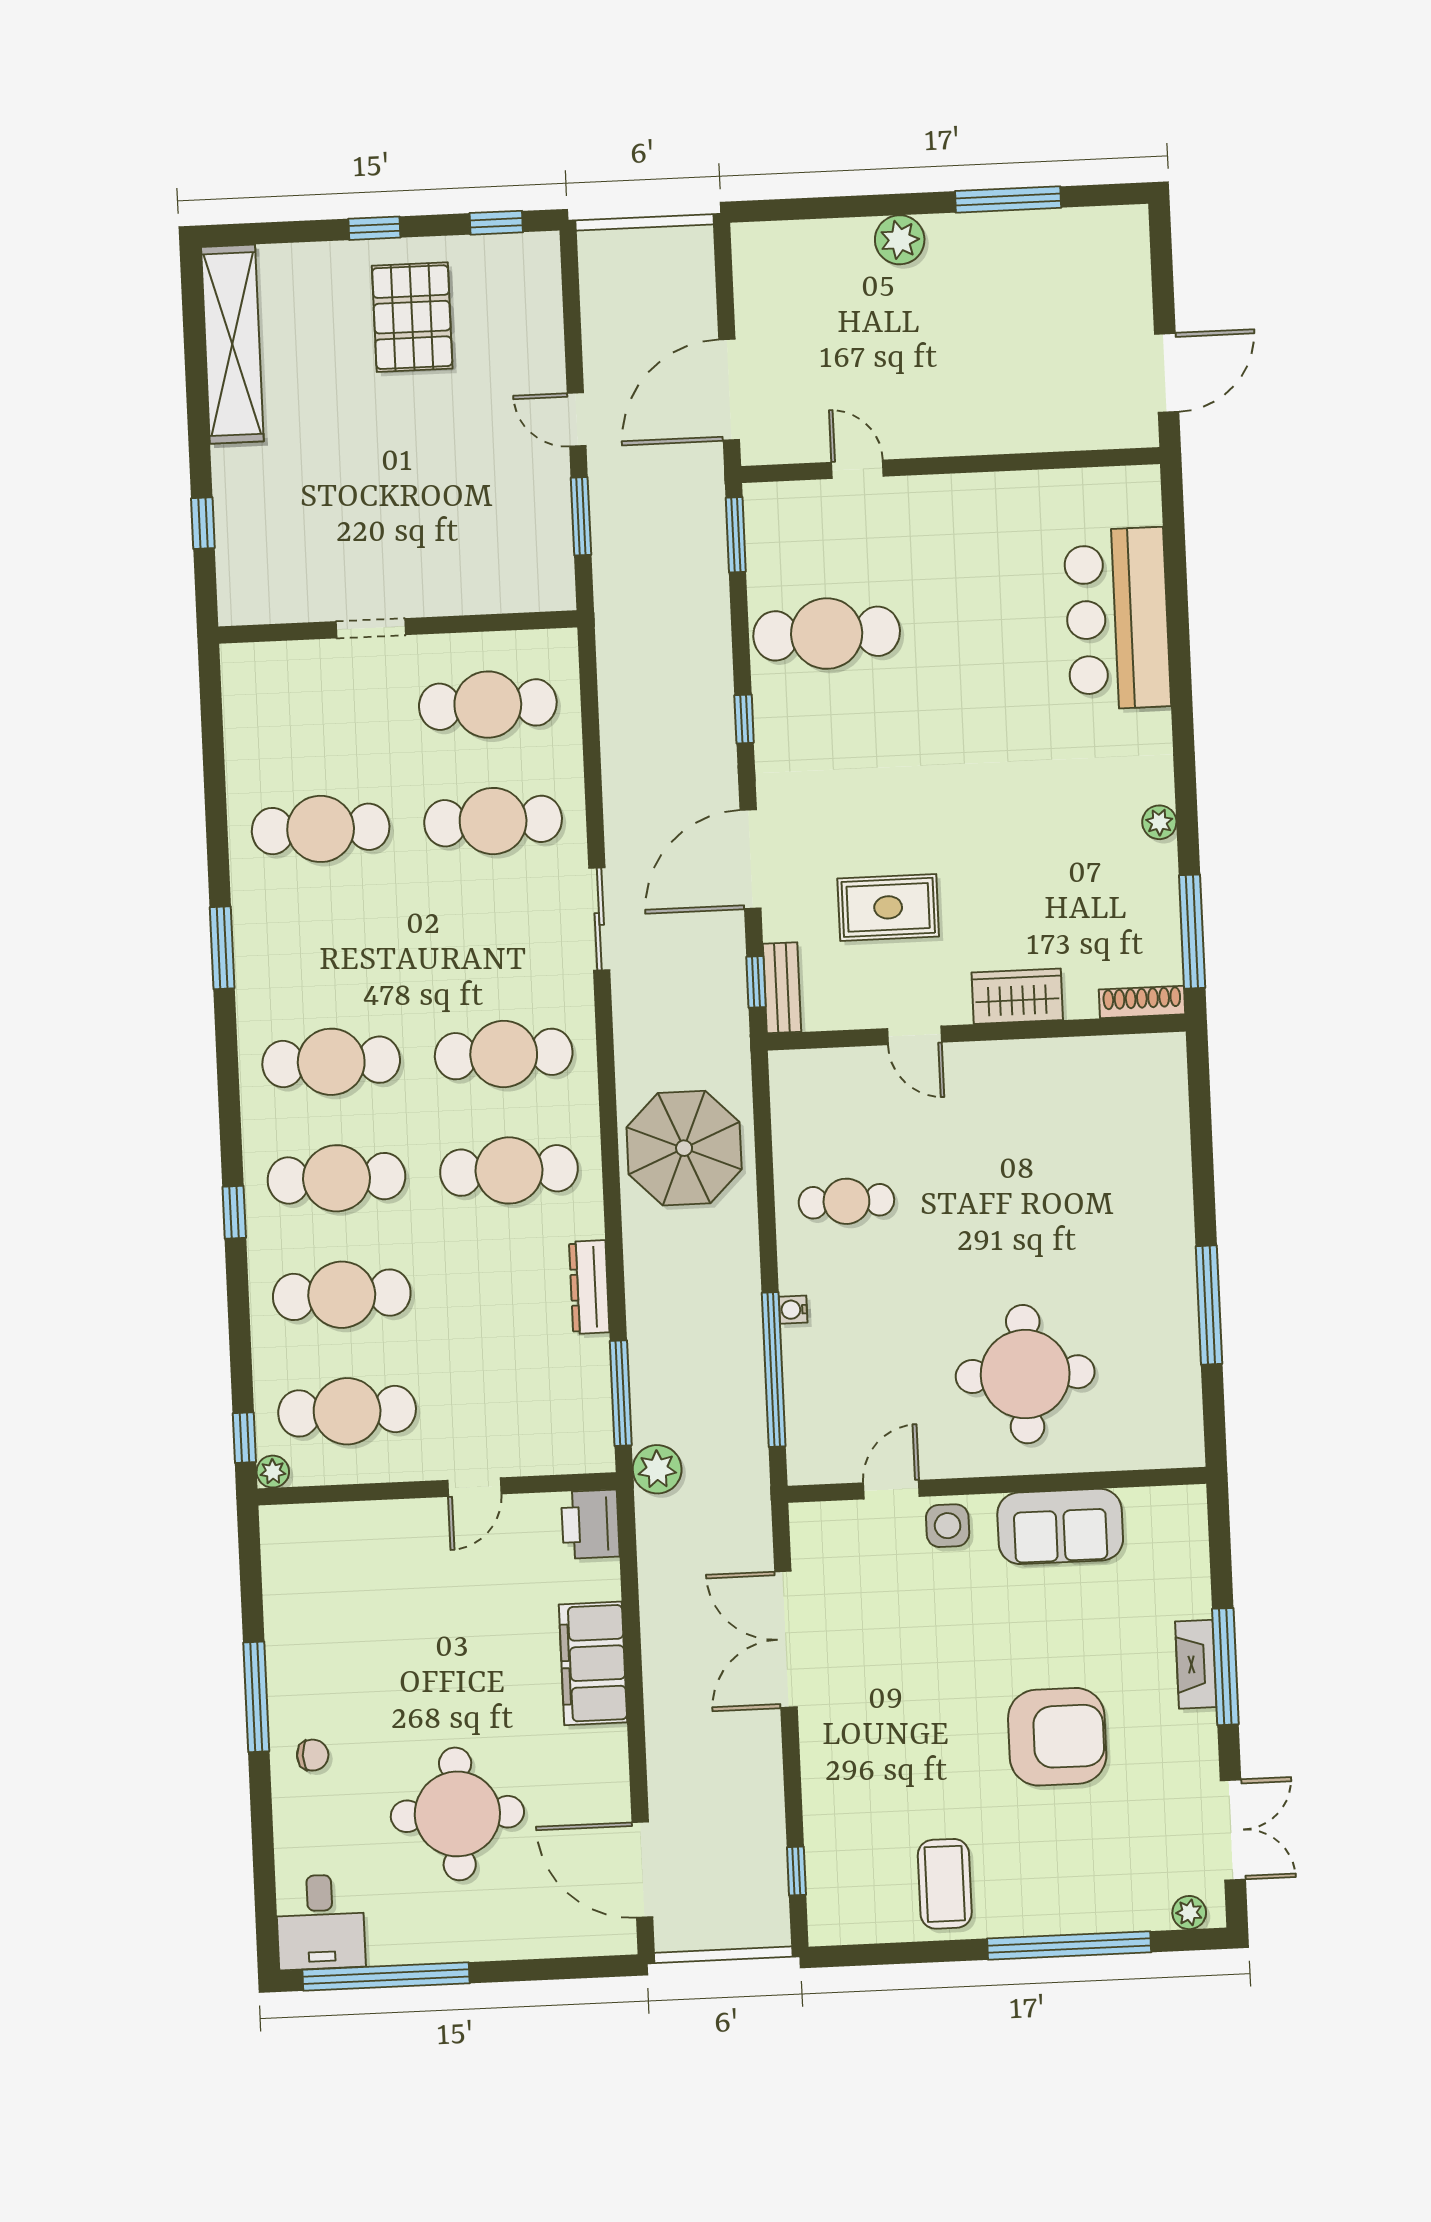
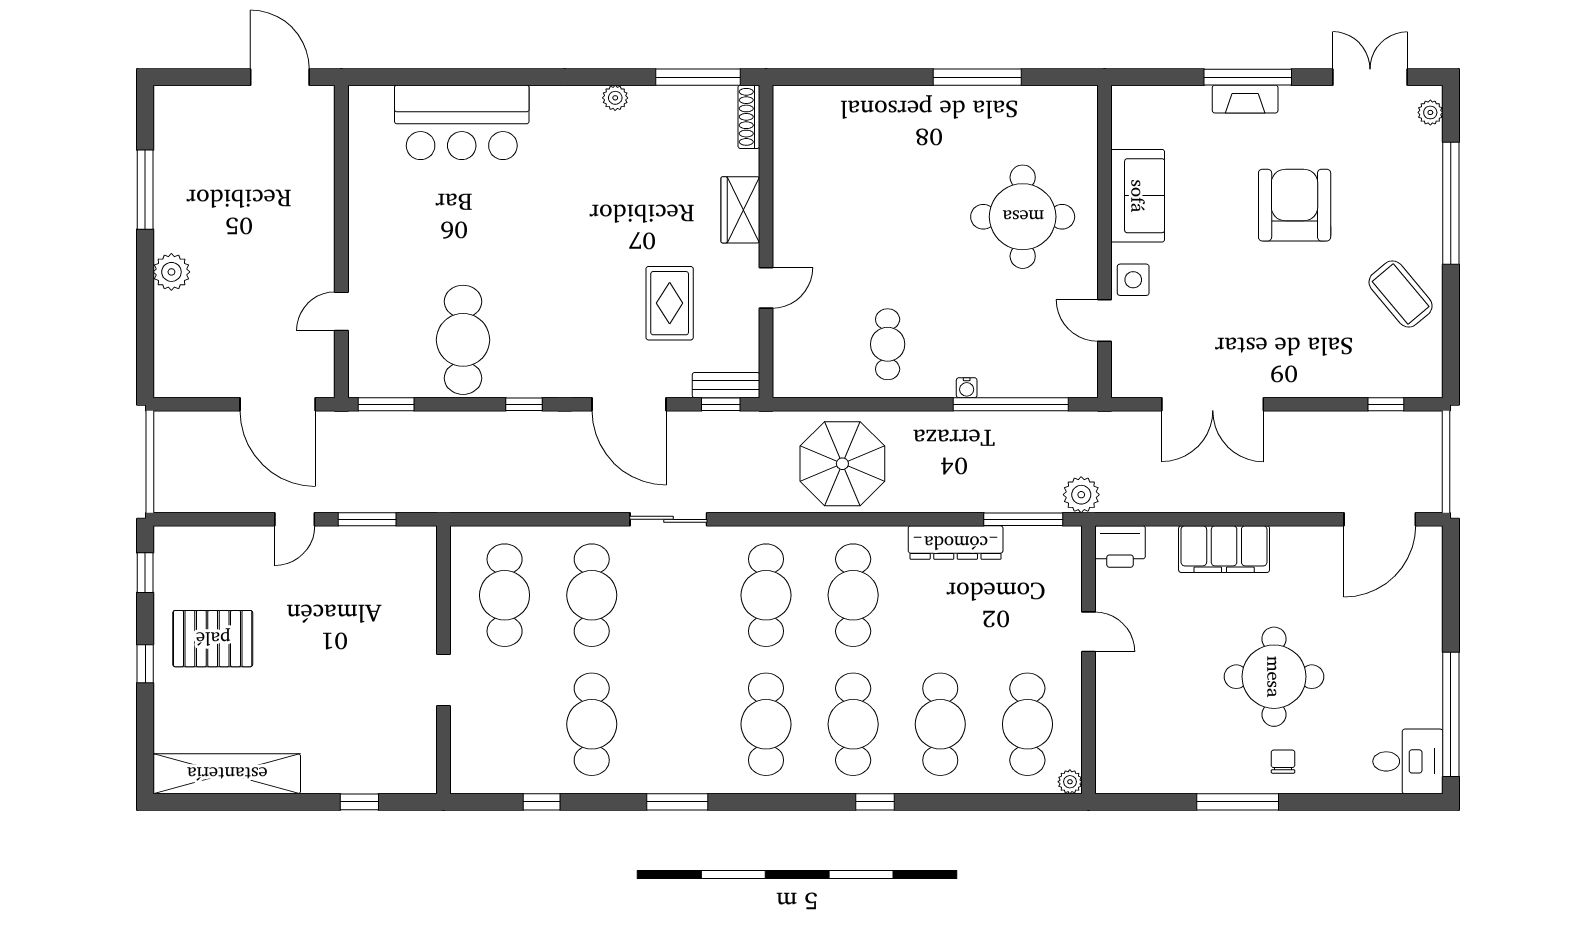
dresser: (589, 1287) -> (956, 543), width x1.37, depth x1.24
window: (244, 1438) -> (542, 802), moved
round table: (457, 1814) -> (1274, 677), moved
coffee table: (945, 1884) -> (1401, 294), turned 50

